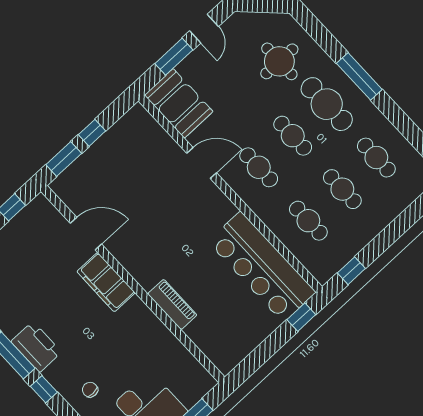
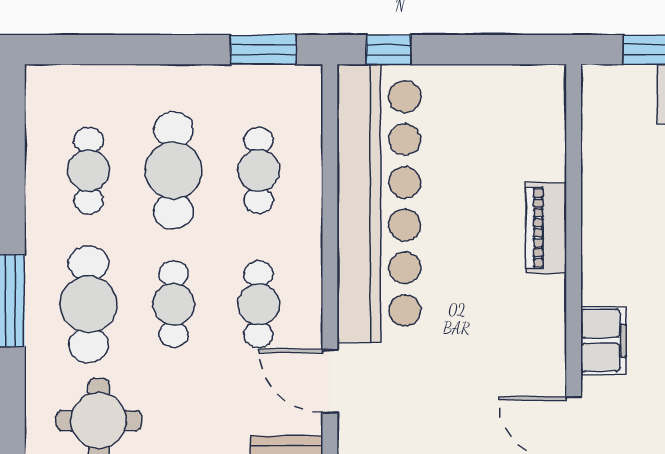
cafe table: (342, 189) -> (174, 170), width x1.37, depth x1.35
bar counter: (262, 267) -> (379, 204), width x1.36
window: (351, 271) -> (263, 50), width x1.50
filing cabinet: (106, 282) -> (603, 340), width x0.67, depth x0.86

